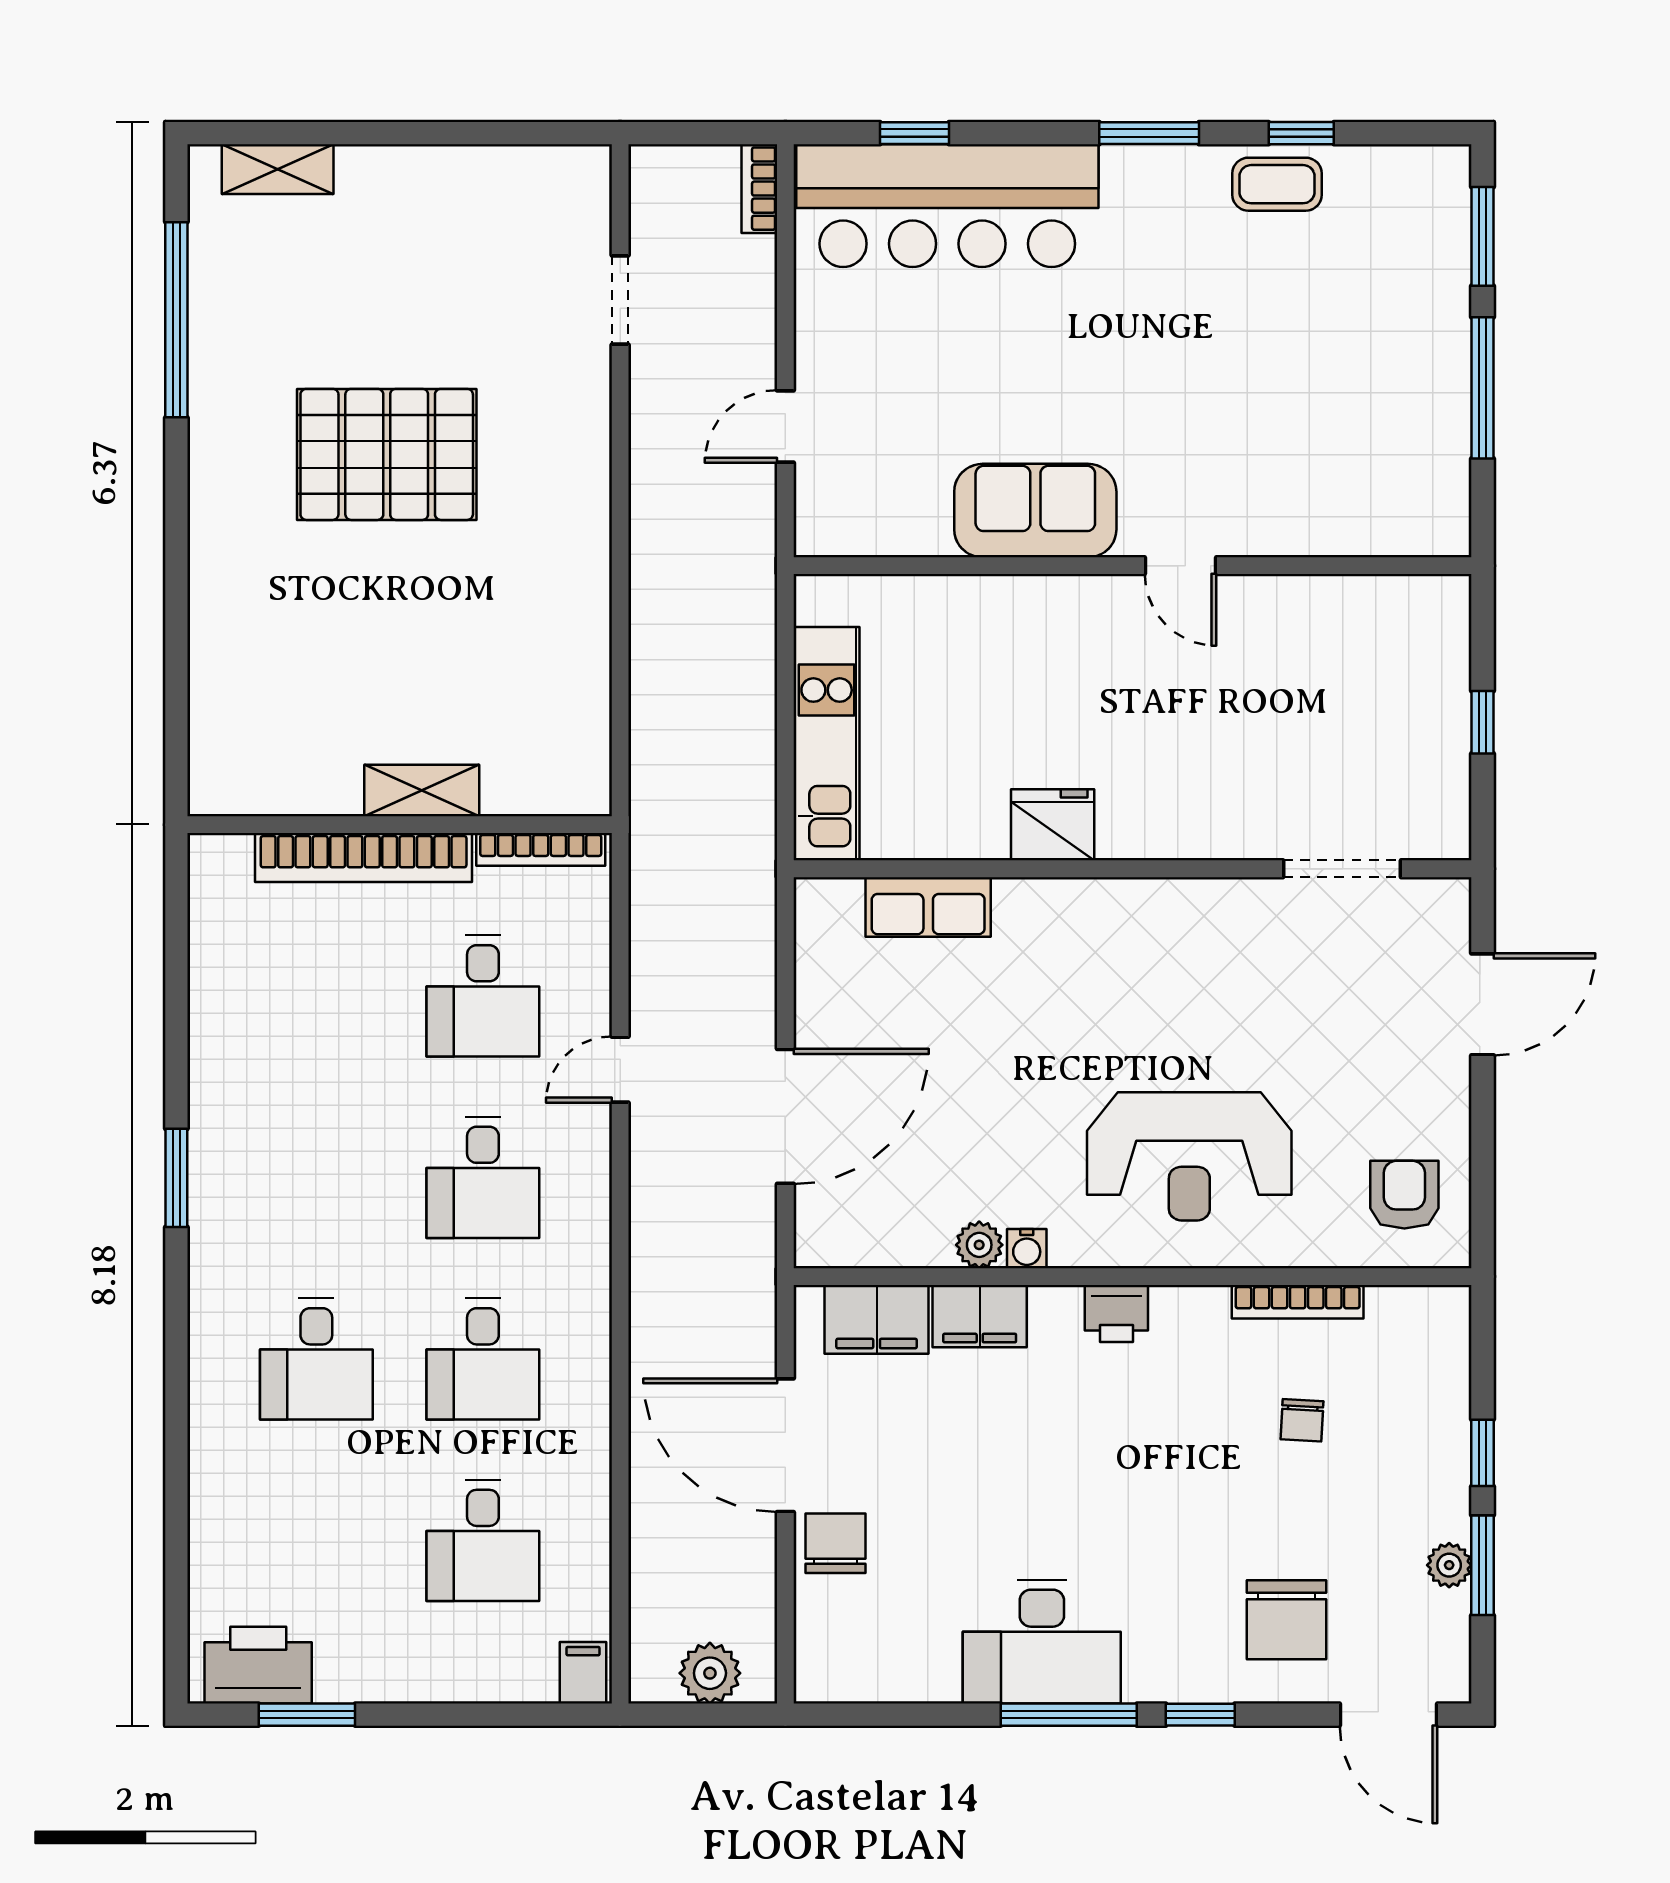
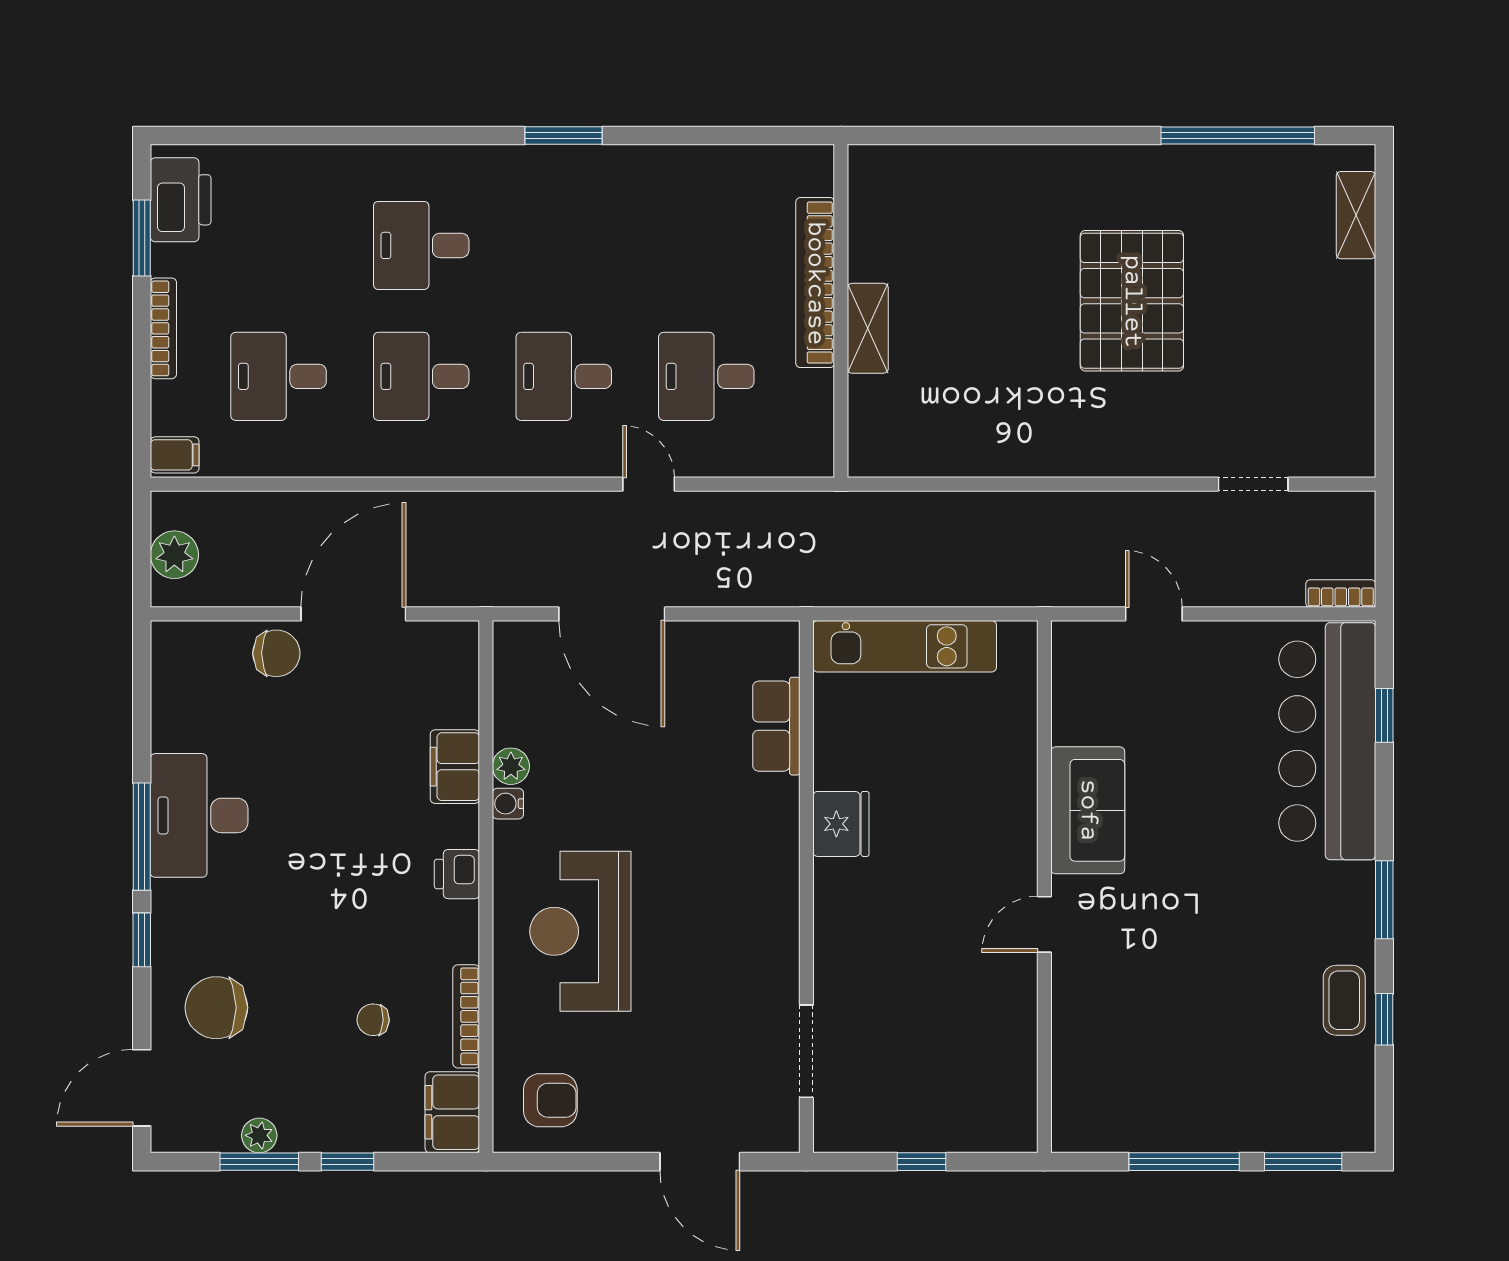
bookcase: (541, 849) -> (163, 328), moved, turned 180
filing cabinet: (877, 1319) -> (452, 1112), moved

